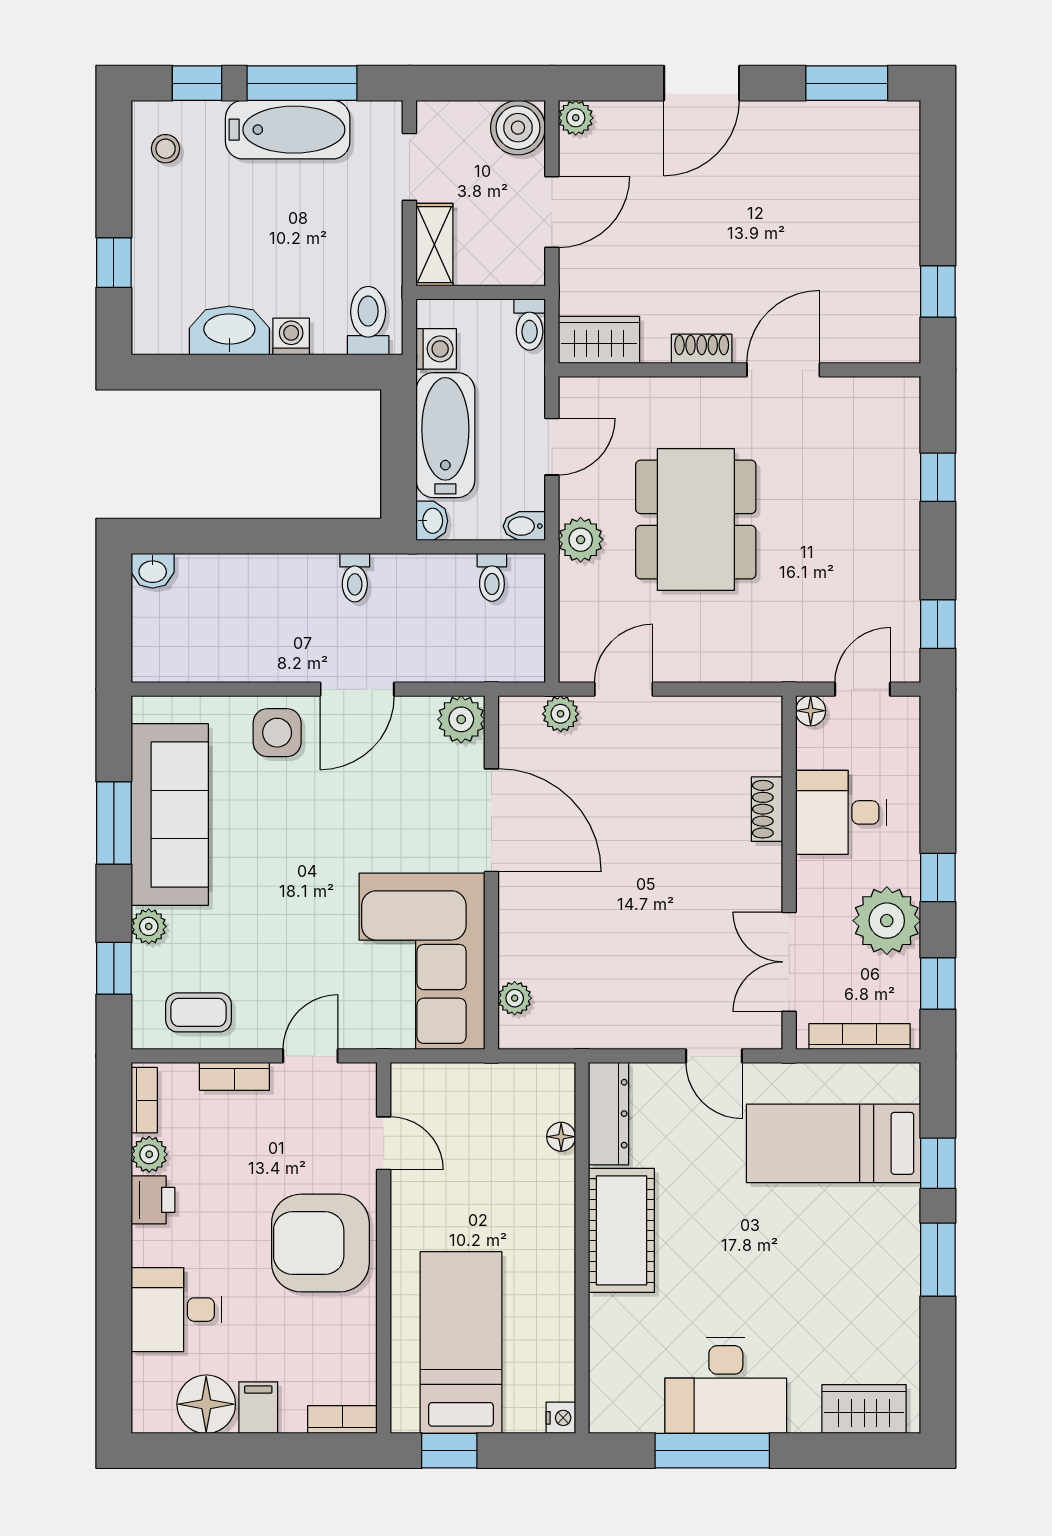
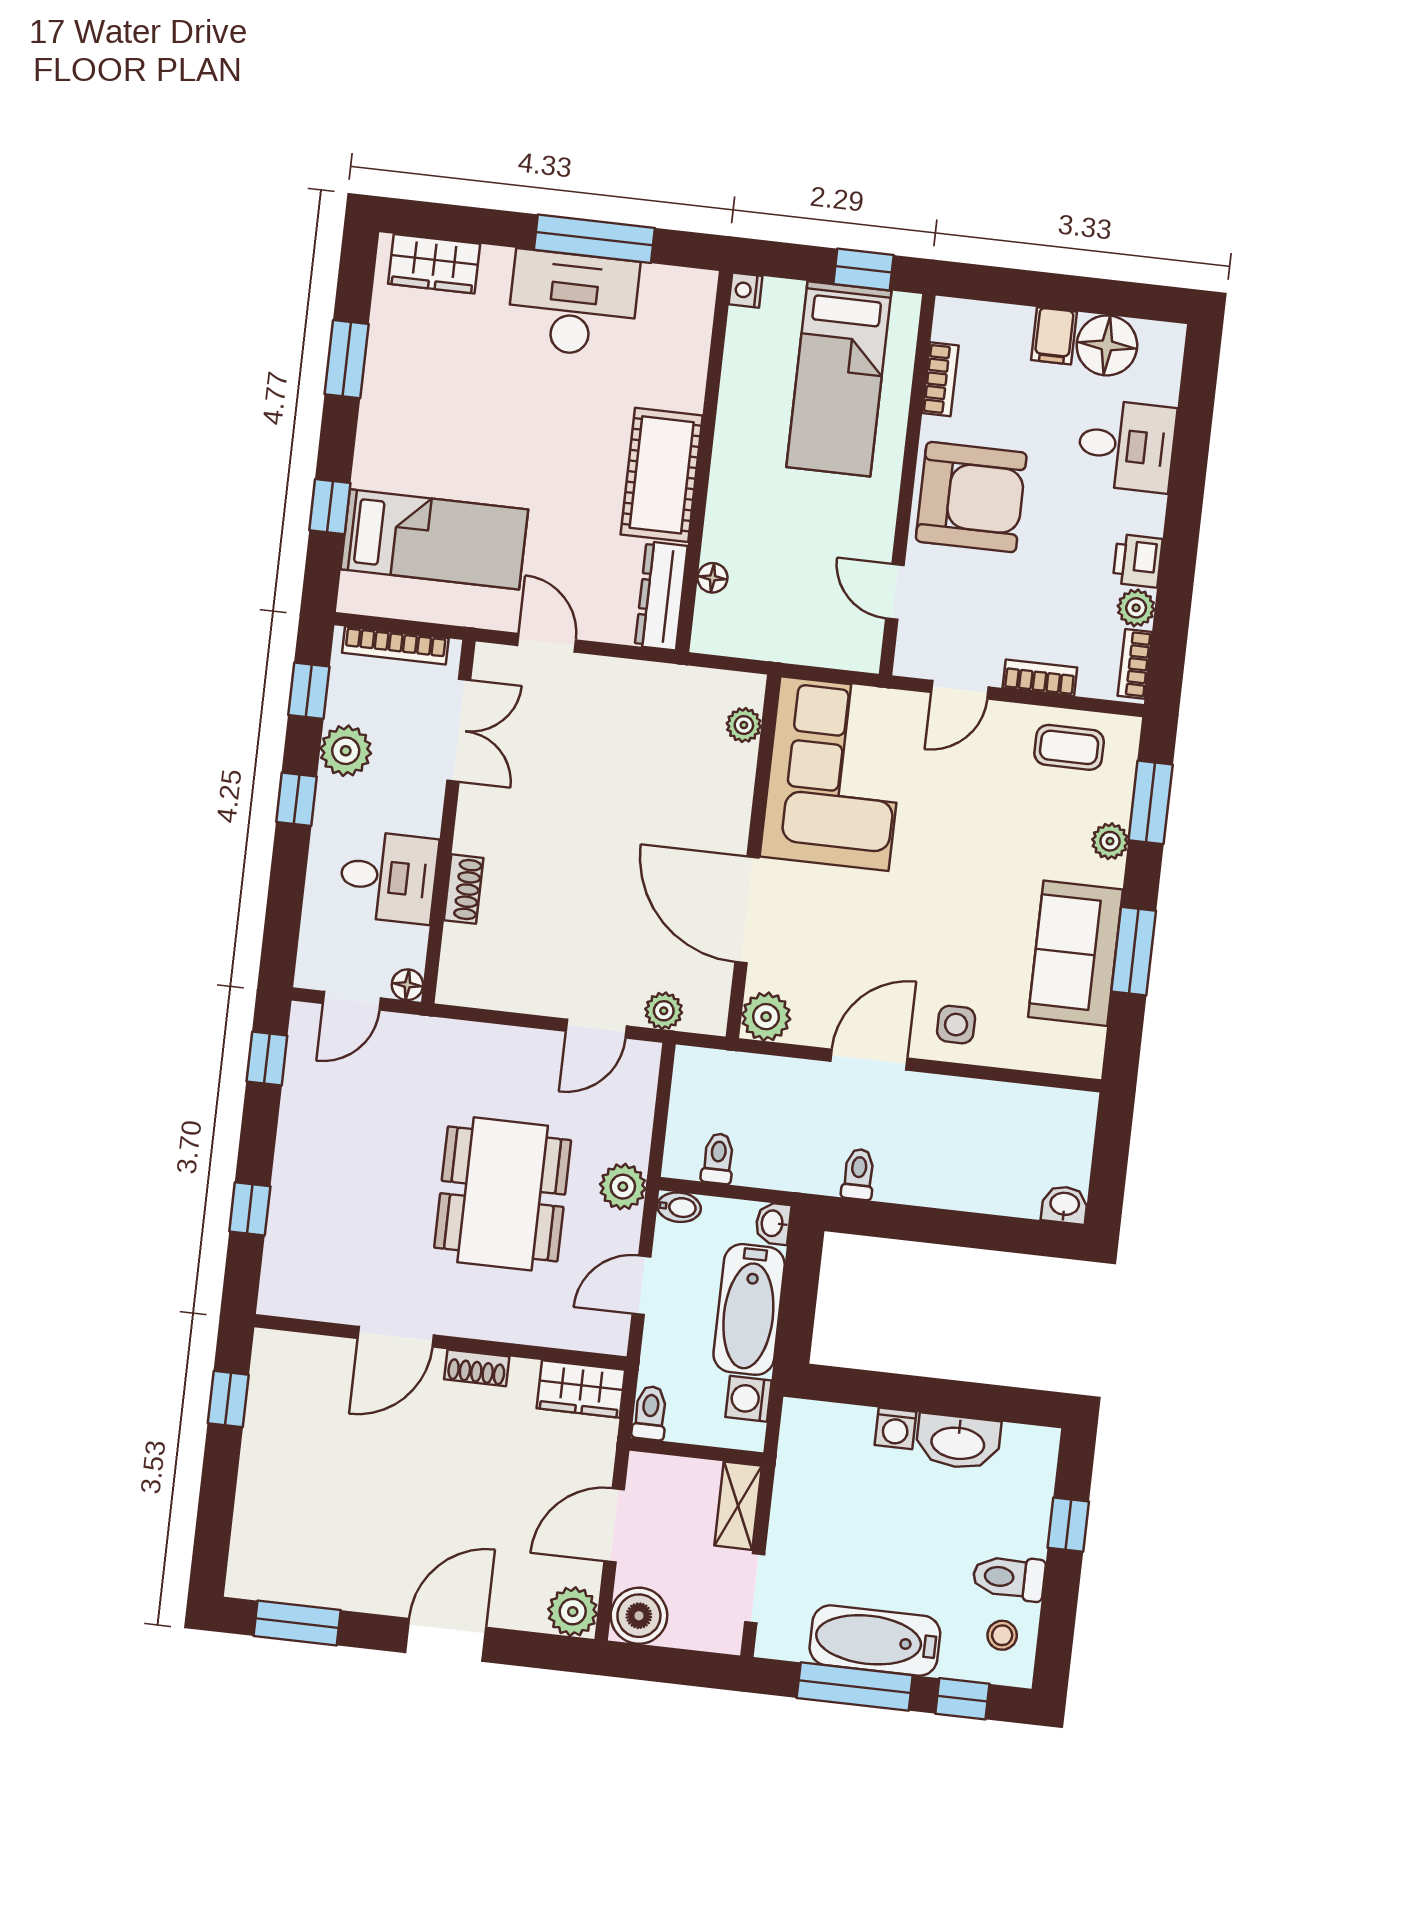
plant: (576, 118) -> (573, 1612), width x1.38, depth x1.38
toilet: (368, 321) -> (1009, 1578), moved, turned 90
side table: (277, 733) -> (956, 1025), width x0.73, depth x0.73
sofa: (170, 815) -> (1075, 953), width x0.73
plant: (887, 921) -> (346, 751), width x0.73, depth x0.73
window: (114, 968) -> (1151, 802), width x1.50
window: (938, 1260) -> (347, 359), moved
bookcase: (342, 1420) -> (940, 379), moved, turned -90

